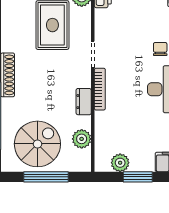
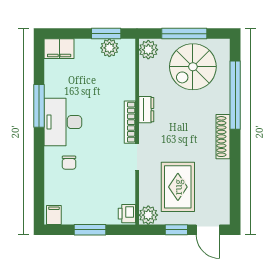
plant: (82, 139) -> (148, 50), moved
window: (138, 177) -> (106, 34), moved

